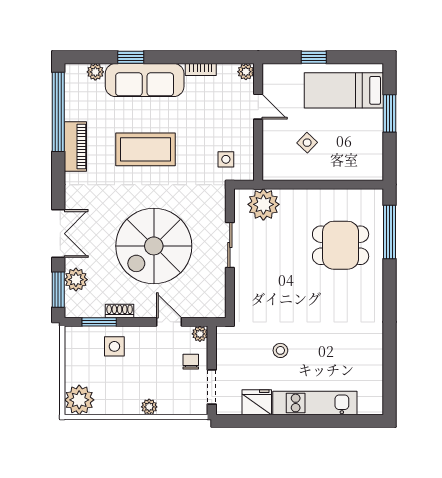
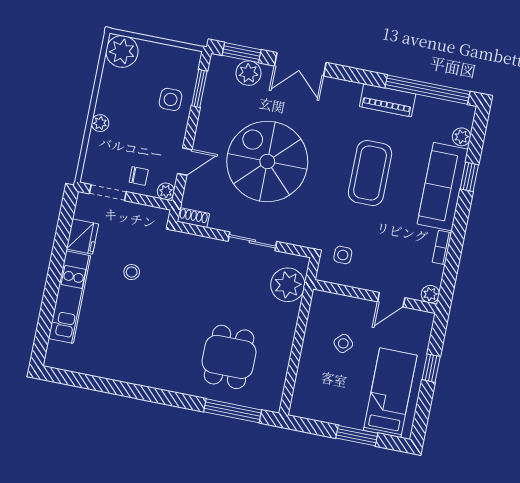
shoe rack: (120, 311) -> (193, 218), moved, turned -90

